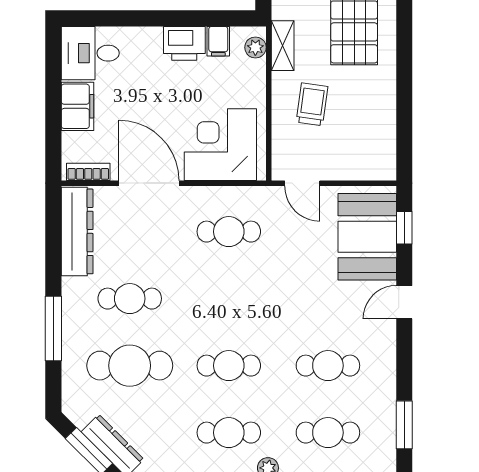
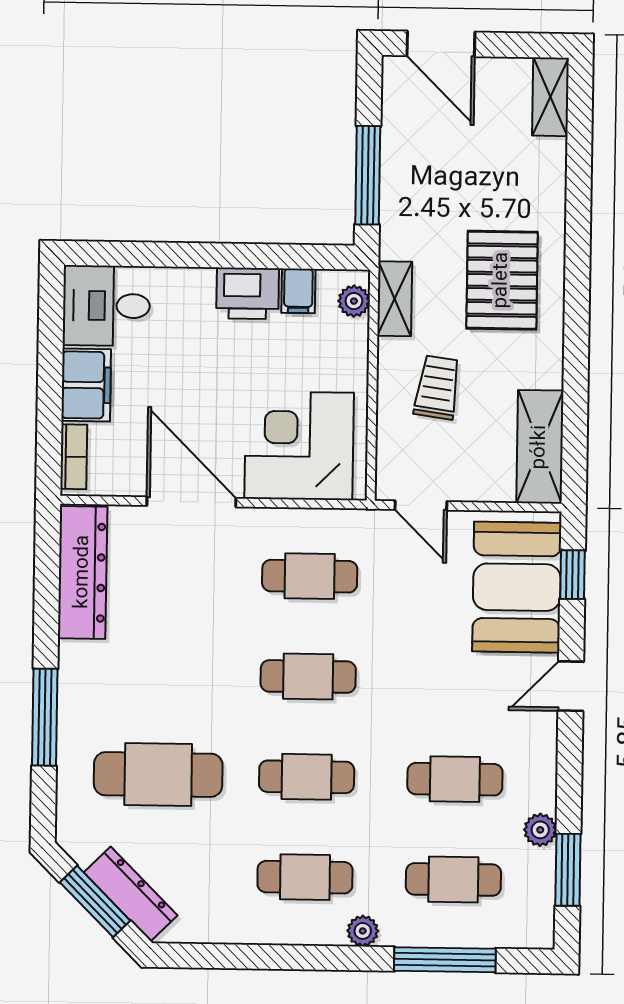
shelving: (381, 143) -> (540, 447), added
bookcase: (88, 172) -> (74, 457), moved, turned 90
cafe table: (130, 299) -> (308, 676), moved
plant: (385, 399) -> (540, 830), added

